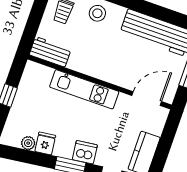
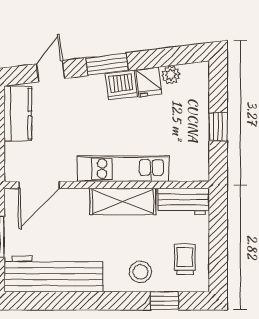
shelving: (92, 67) -> (123, 201), added
dishwasher: (85, 152) -> (121, 85), moved

